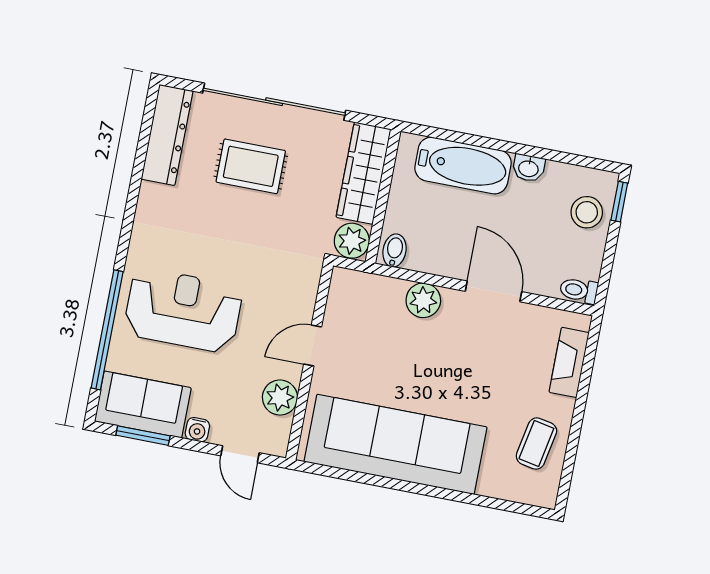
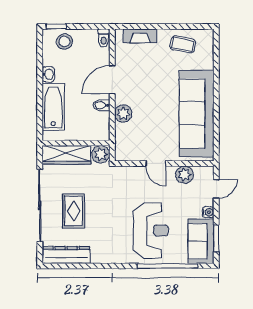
bidet: (394, 250) -> (101, 105), moved
reception desk: (183, 310) -> (151, 230), turned 180

